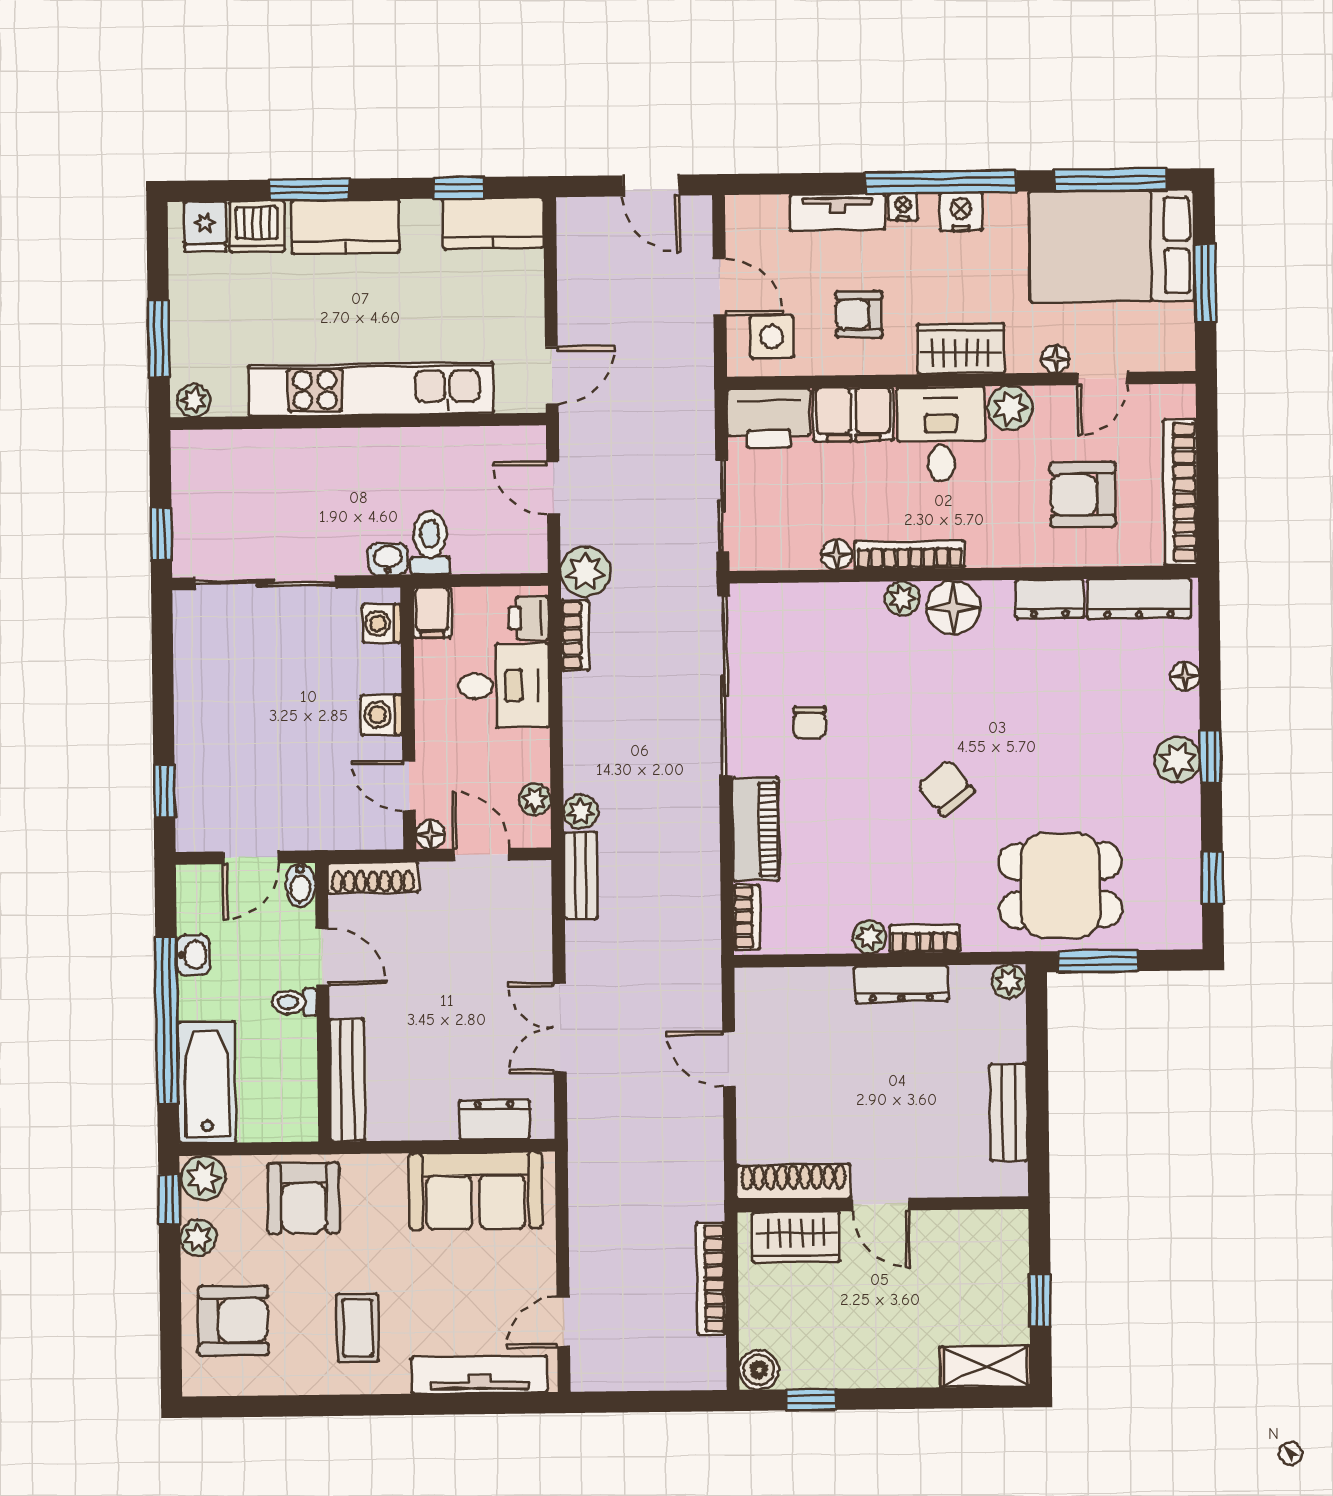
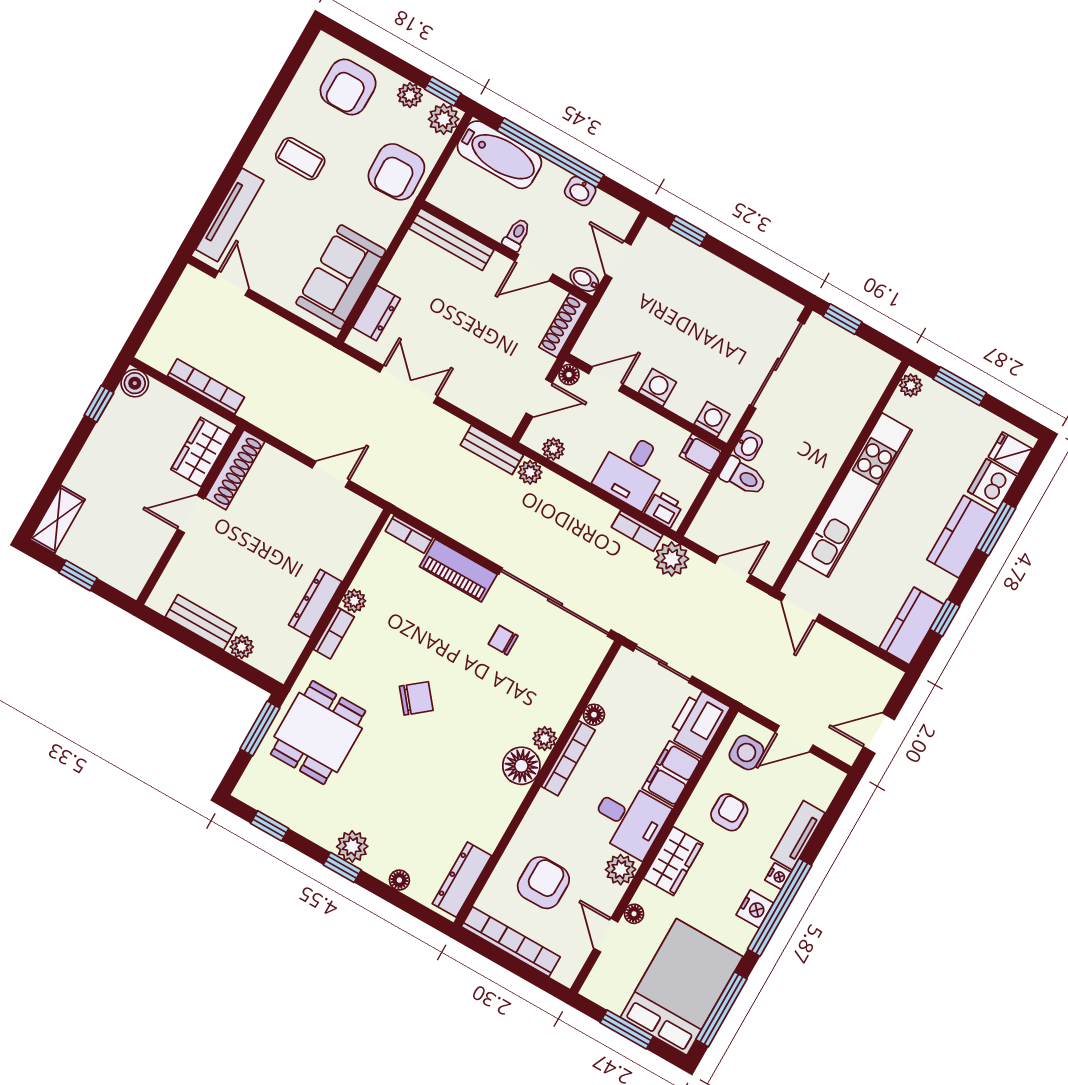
dresser: (1050, 599) -> (493, 826), removed
plant: (1009, 981) -> (242, 647), moved
armchair: (304, 1198) -> (396, 172), turned -92

